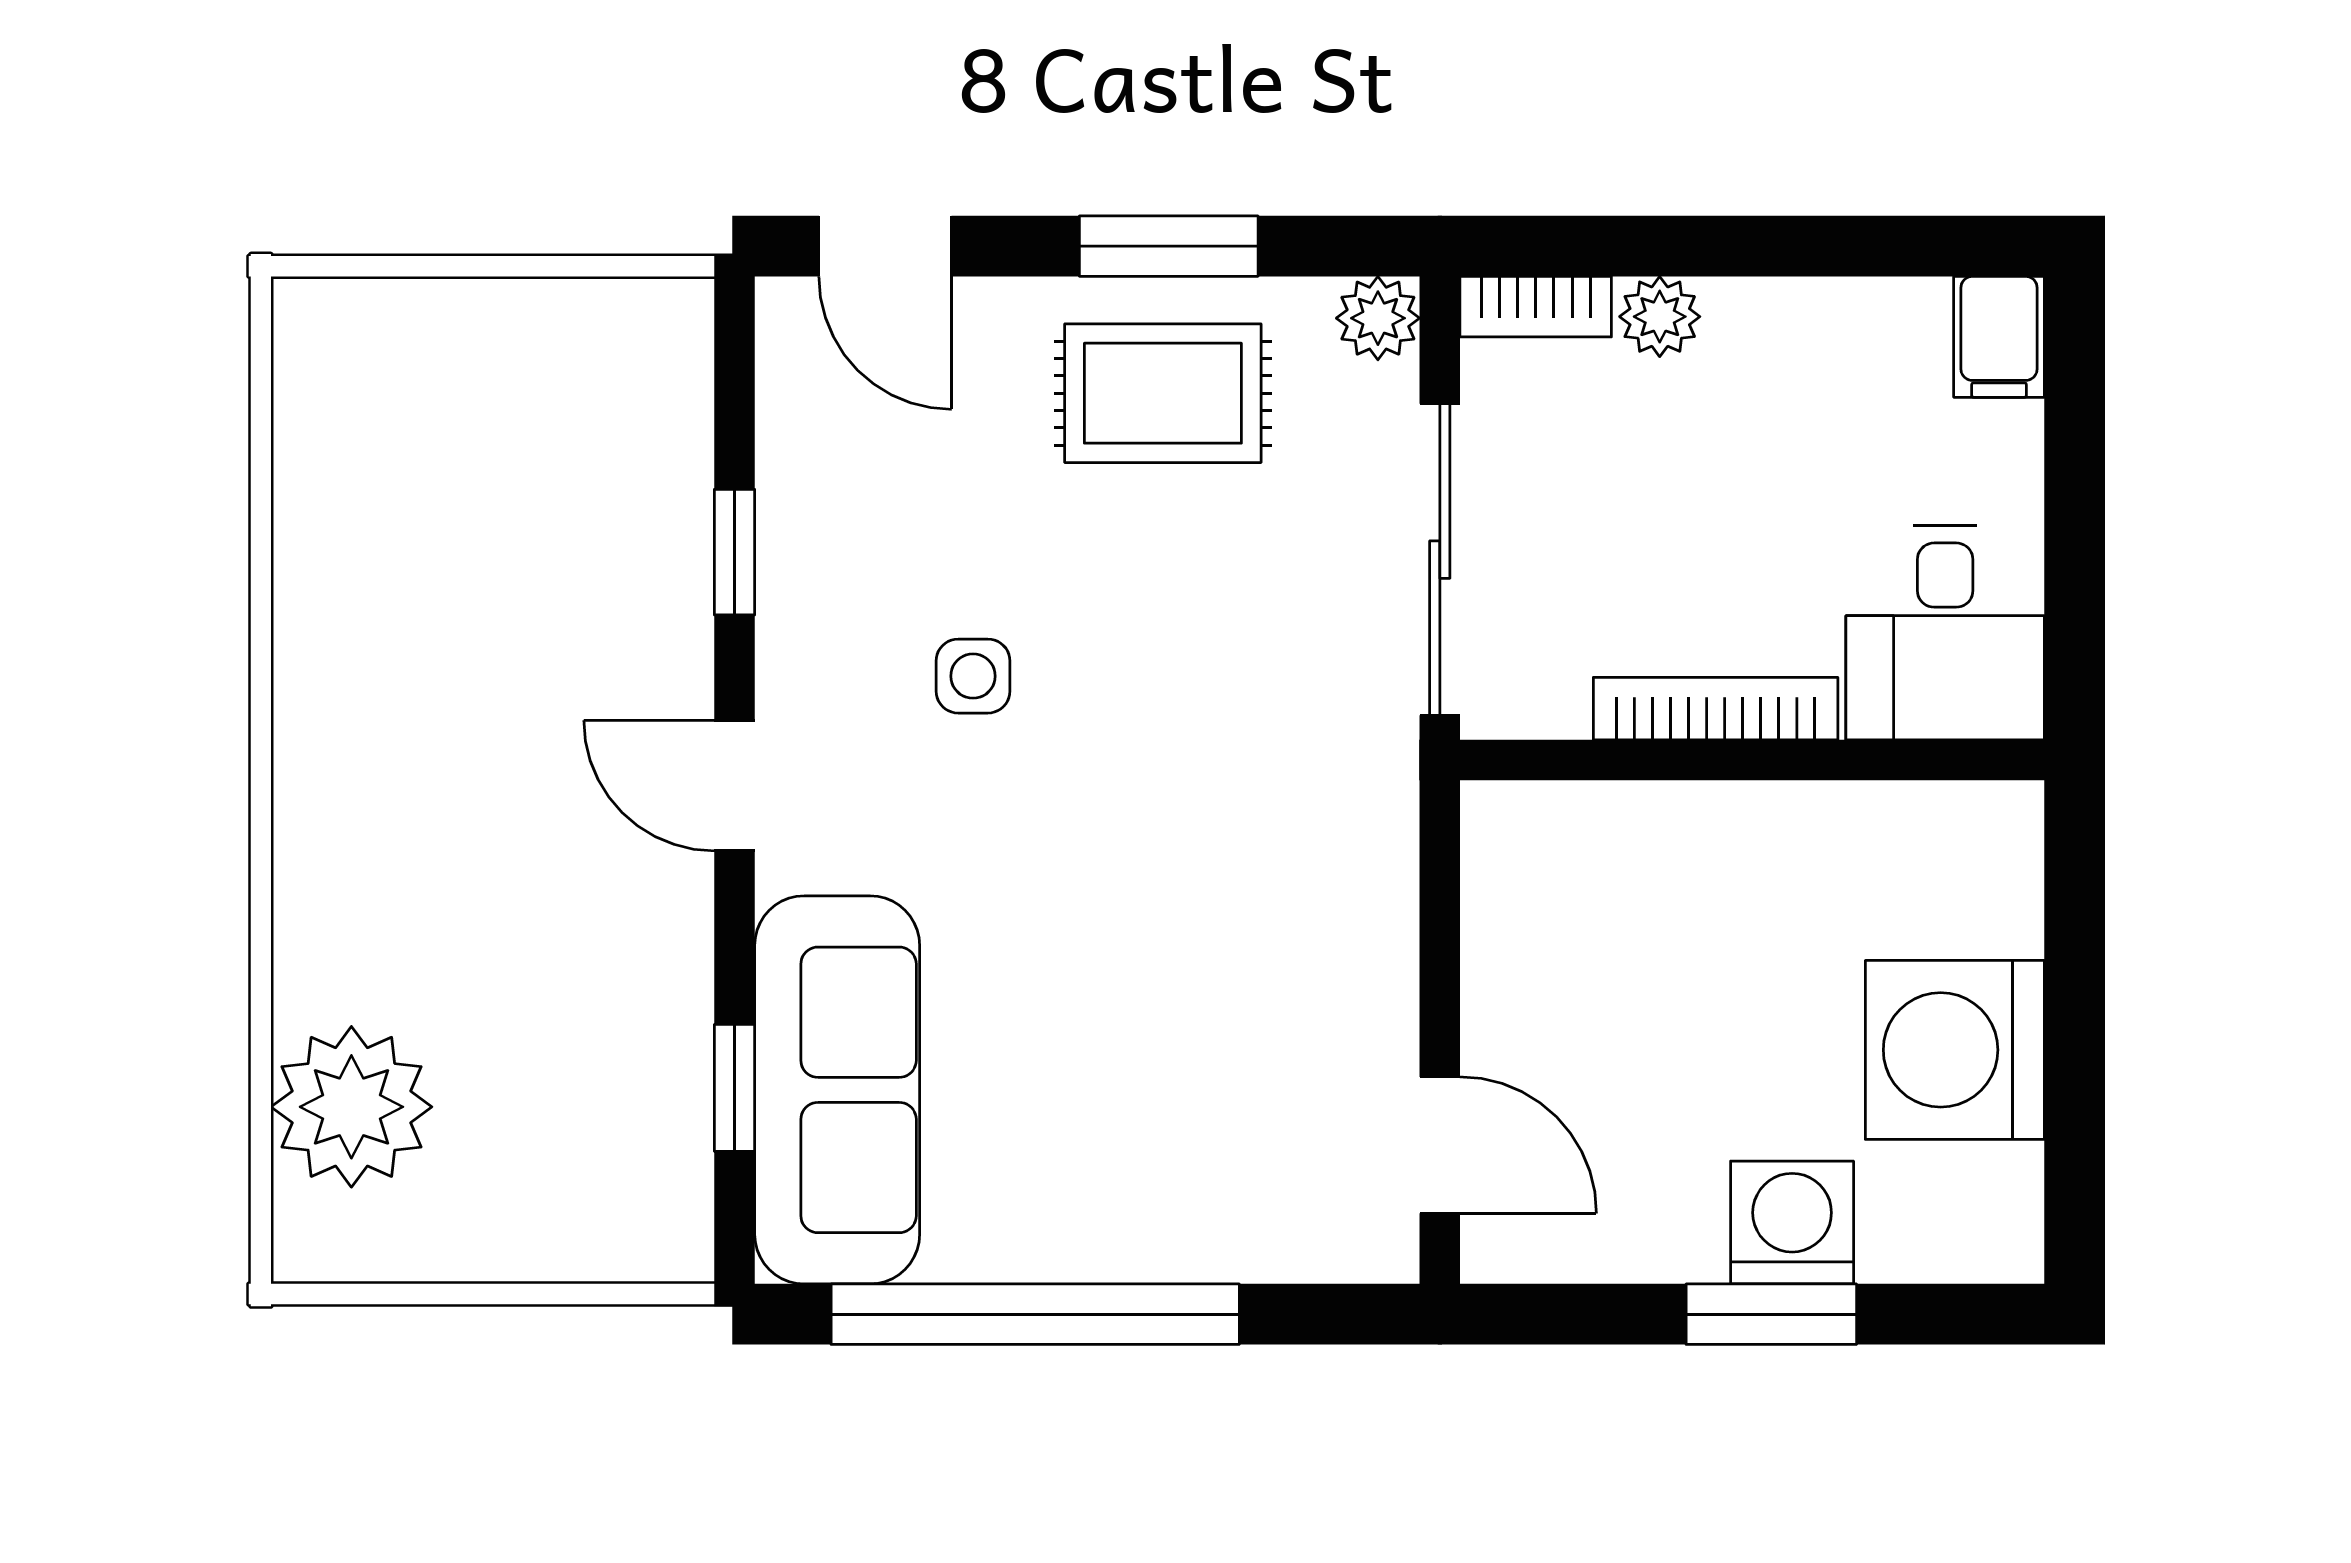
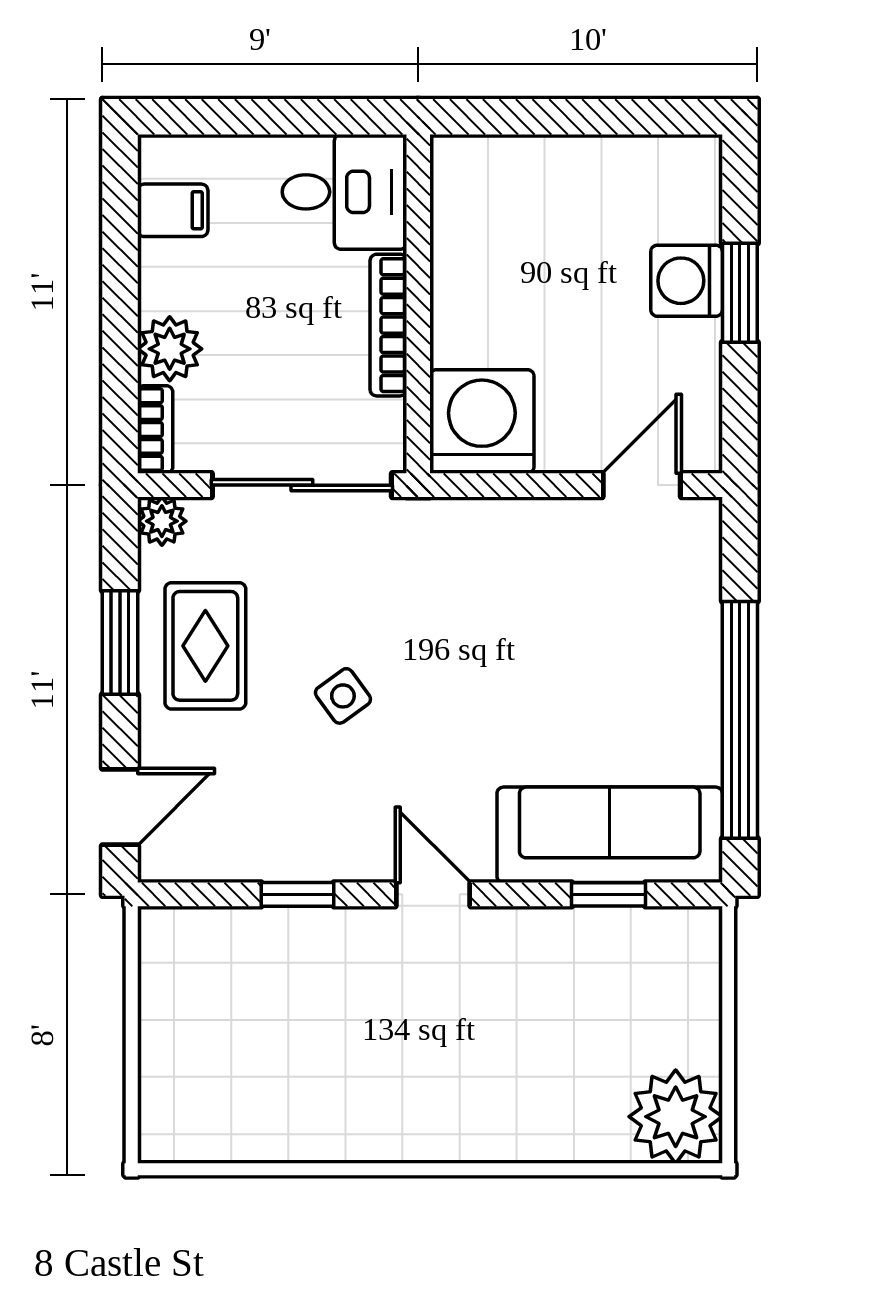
plant: (1660, 317) -> (170, 349), width x1.38, depth x1.38
filing cabinet: (1999, 337) -> (173, 210), moved
side table: (973, 676) -> (343, 696), moved, turned -36
door: (734, 786) -> (433, 894), swing flipped
washing machine: (1955, 1050) -> (482, 421), moved, turned 180
plant: (351, 1107) -> (676, 1117), moved

